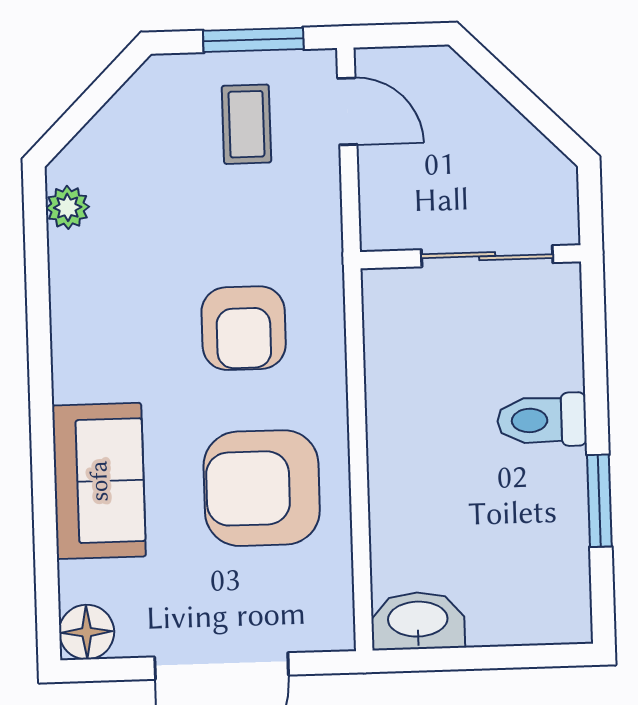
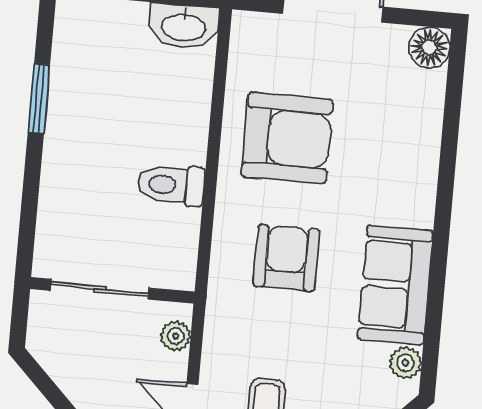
plant: (379, 206) -> (176, 336), added
toilet: (542, 420) -> (171, 185), moved, turned 180
sofa: (99, 481) -> (395, 285), moved

